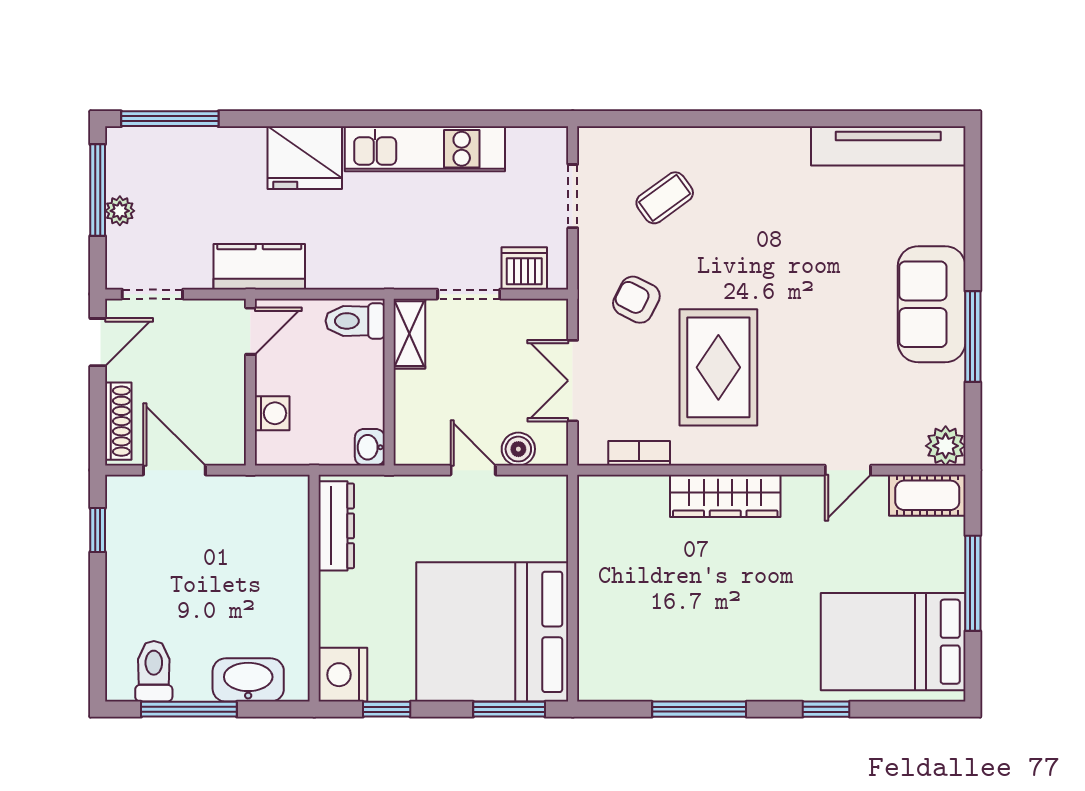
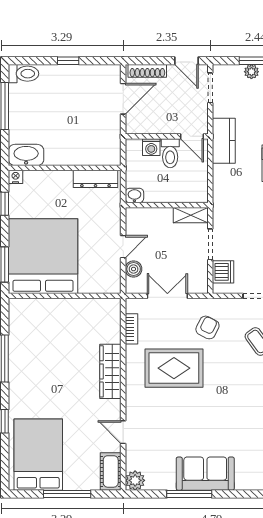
toilet: (355, 321) -> (170, 153), moved, turned 180
window: (98, 530) -> (68, 61), moved
toilet: (154, 671) -> (24, 74), moved
nightstand: (343, 675) -> (16, 177), width x0.53, depth x0.56
washbasin: (248, 680) -> (26, 155), moved, turned -90

